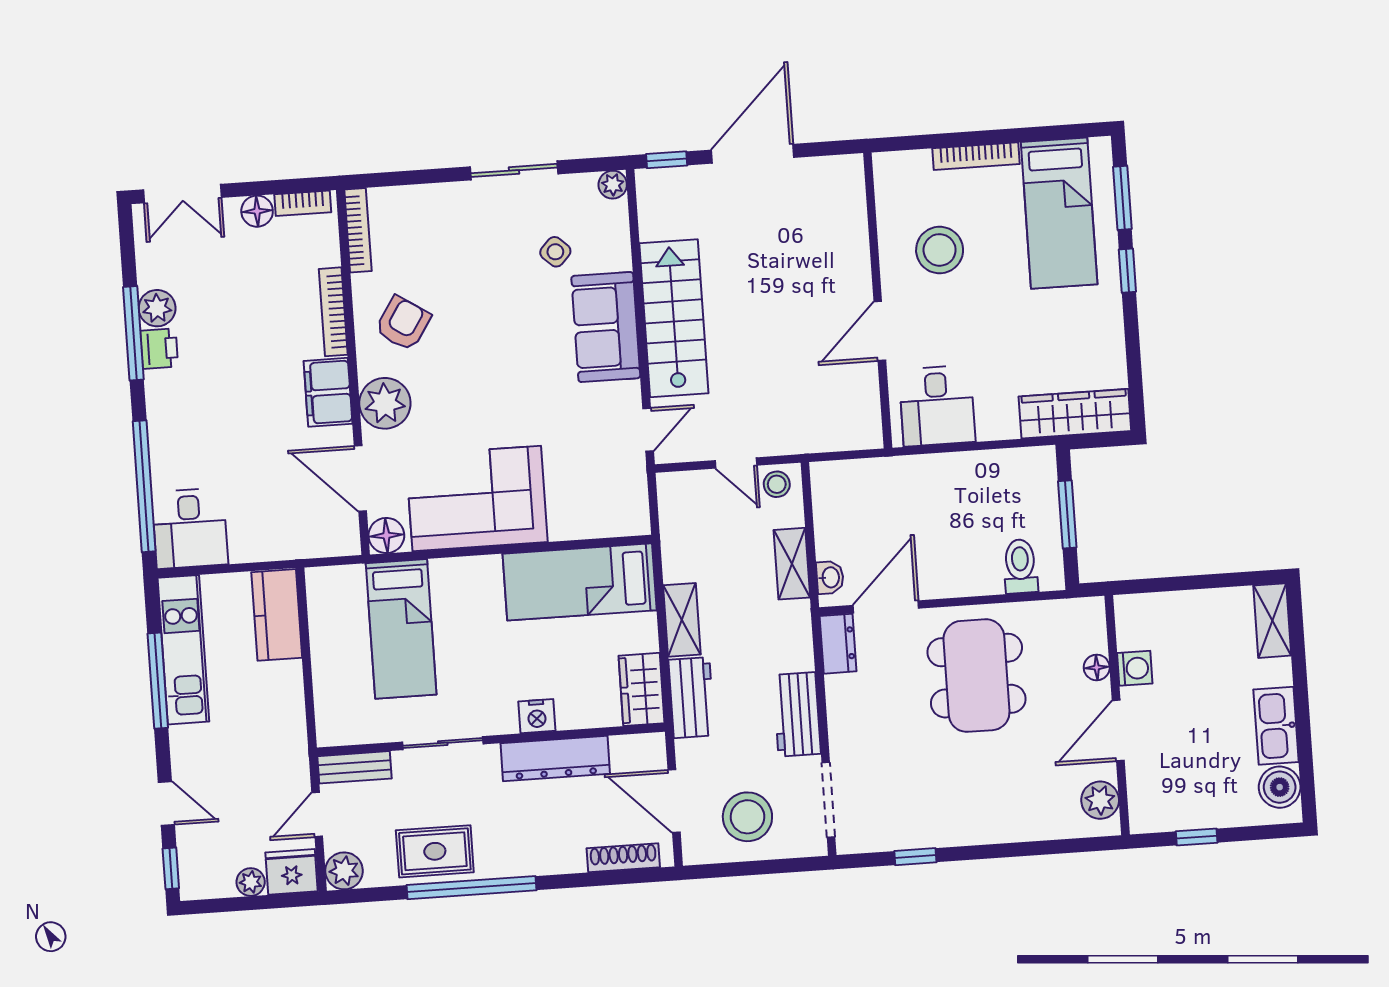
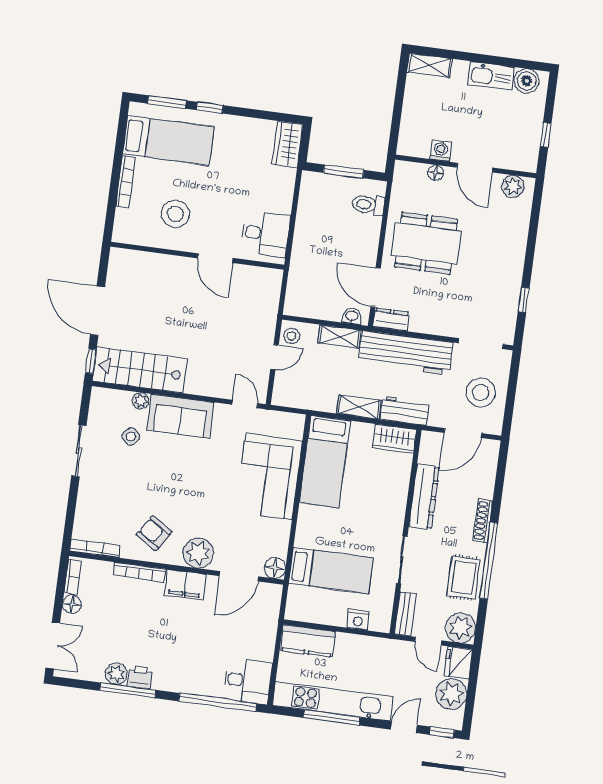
plant: (613, 185) -> (141, 401), moved
stairs: (674, 318) -> (140, 370), moved
wardrobe: (1075, 414) -> (288, 144), width x0.67
corner sofa: (477, 499) -> (269, 476), moved
kitchen unit: (183, 650) -> (333, 701), width x1.36
workbench: (797, 714) -> (406, 353), width x1.88, depth x1.32
nightstand: (537, 716) -> (358, 620), moved, turned 90
shoe rack: (623, 858) -> (483, 521), moved
plant: (344, 871) -> (461, 628), width x1.36, depth x1.36
plant: (251, 882) -> (451, 694), width x1.88, depth x1.88

